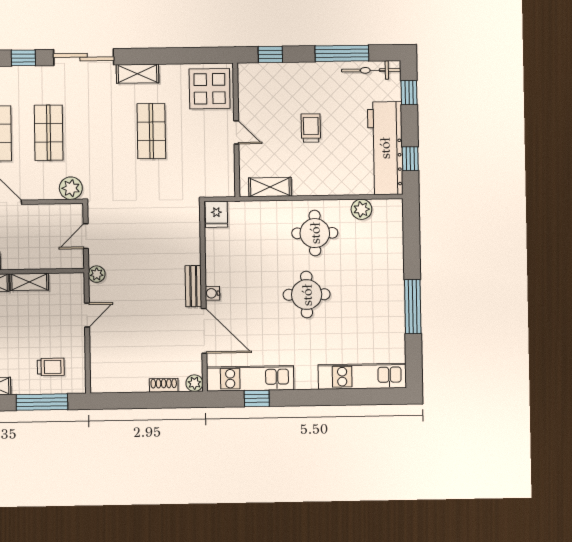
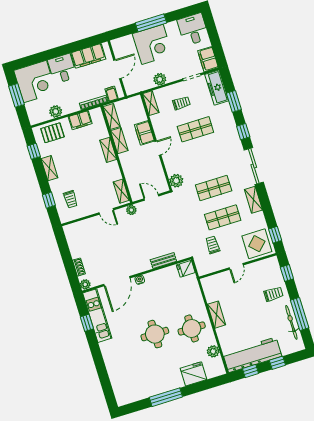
window: (204, 55) -> (275, 235), added
bicycle: (371, 70) -> (291, 322), moved
window: (409, 93) -> (277, 363), moved
trolley: (311, 128) -> (273, 294), moved
shop shelf: (49, 133) -> (214, 188), moved
trolley: (191, 160) -> (213, 245), added
shelving: (270, 187) -> (217, 315), moved
fridge: (388, 251) -> (193, 374), added
shelving: (29, 282) -> (121, 191), moved
bench: (193, 286) -> (163, 260), moved
kitchen unit: (362, 376) -> (117, 380), removed
window: (42, 402) -> (49, 200), width x0.46

